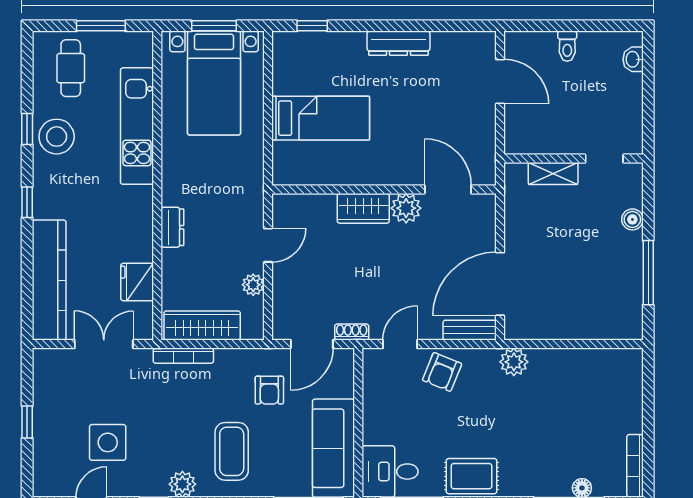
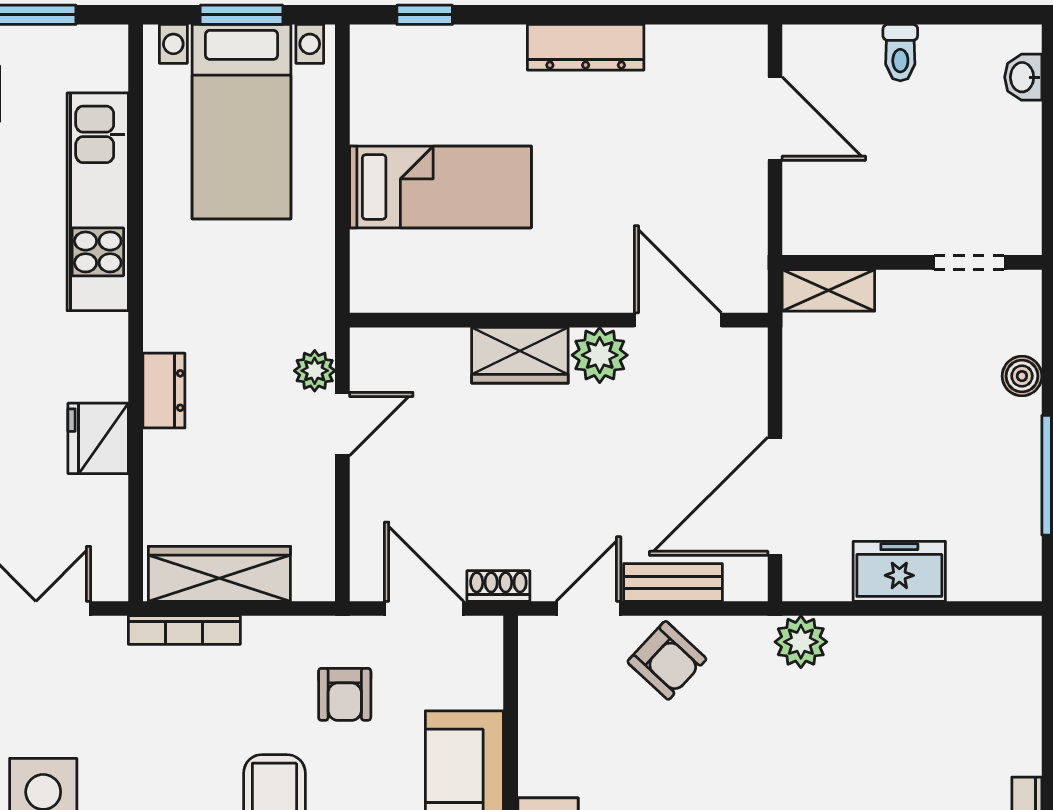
shelving: (553, 174) -> (828, 290), moved
fridge: (137, 282) -> (98, 438), moved
plant: (253, 285) -> (315, 371), moved
freezer: (567, 324) -> (899, 571), added
bench: (470, 330) -> (673, 582), moved
door: (312, 344) -> (424, 608), swing flipped
armchair: (442, 372) -> (667, 660), turned -69

